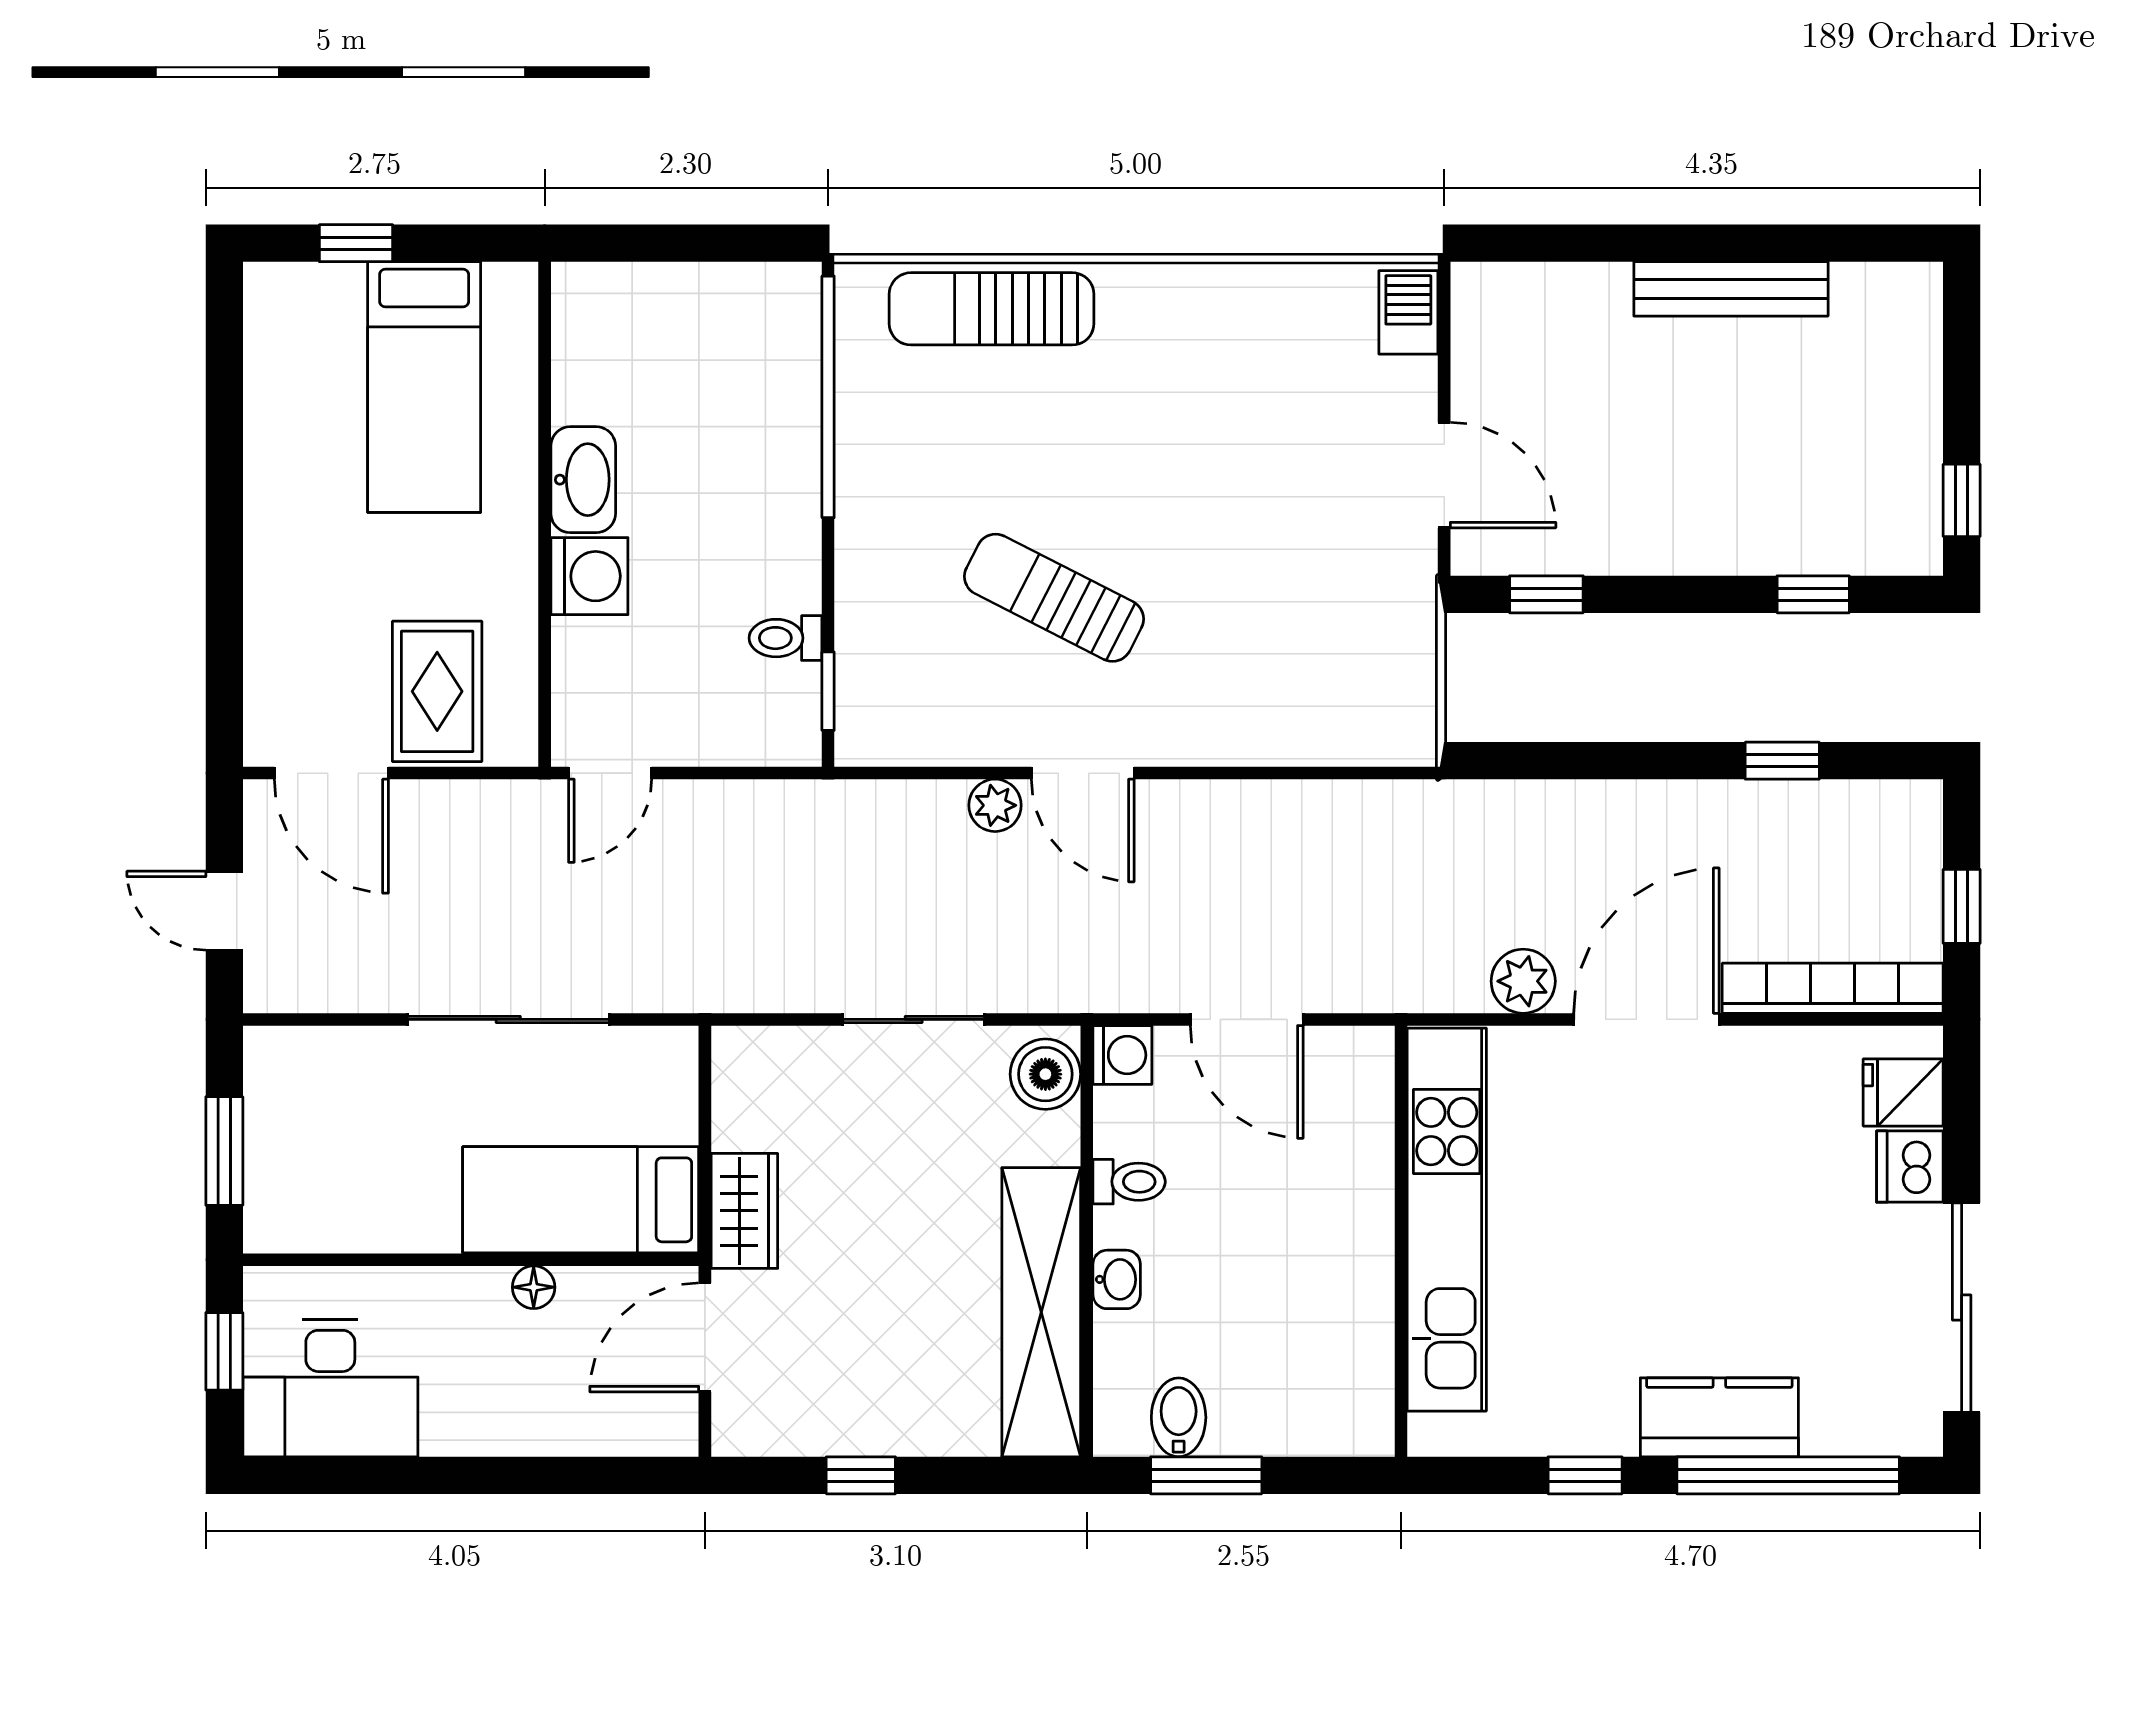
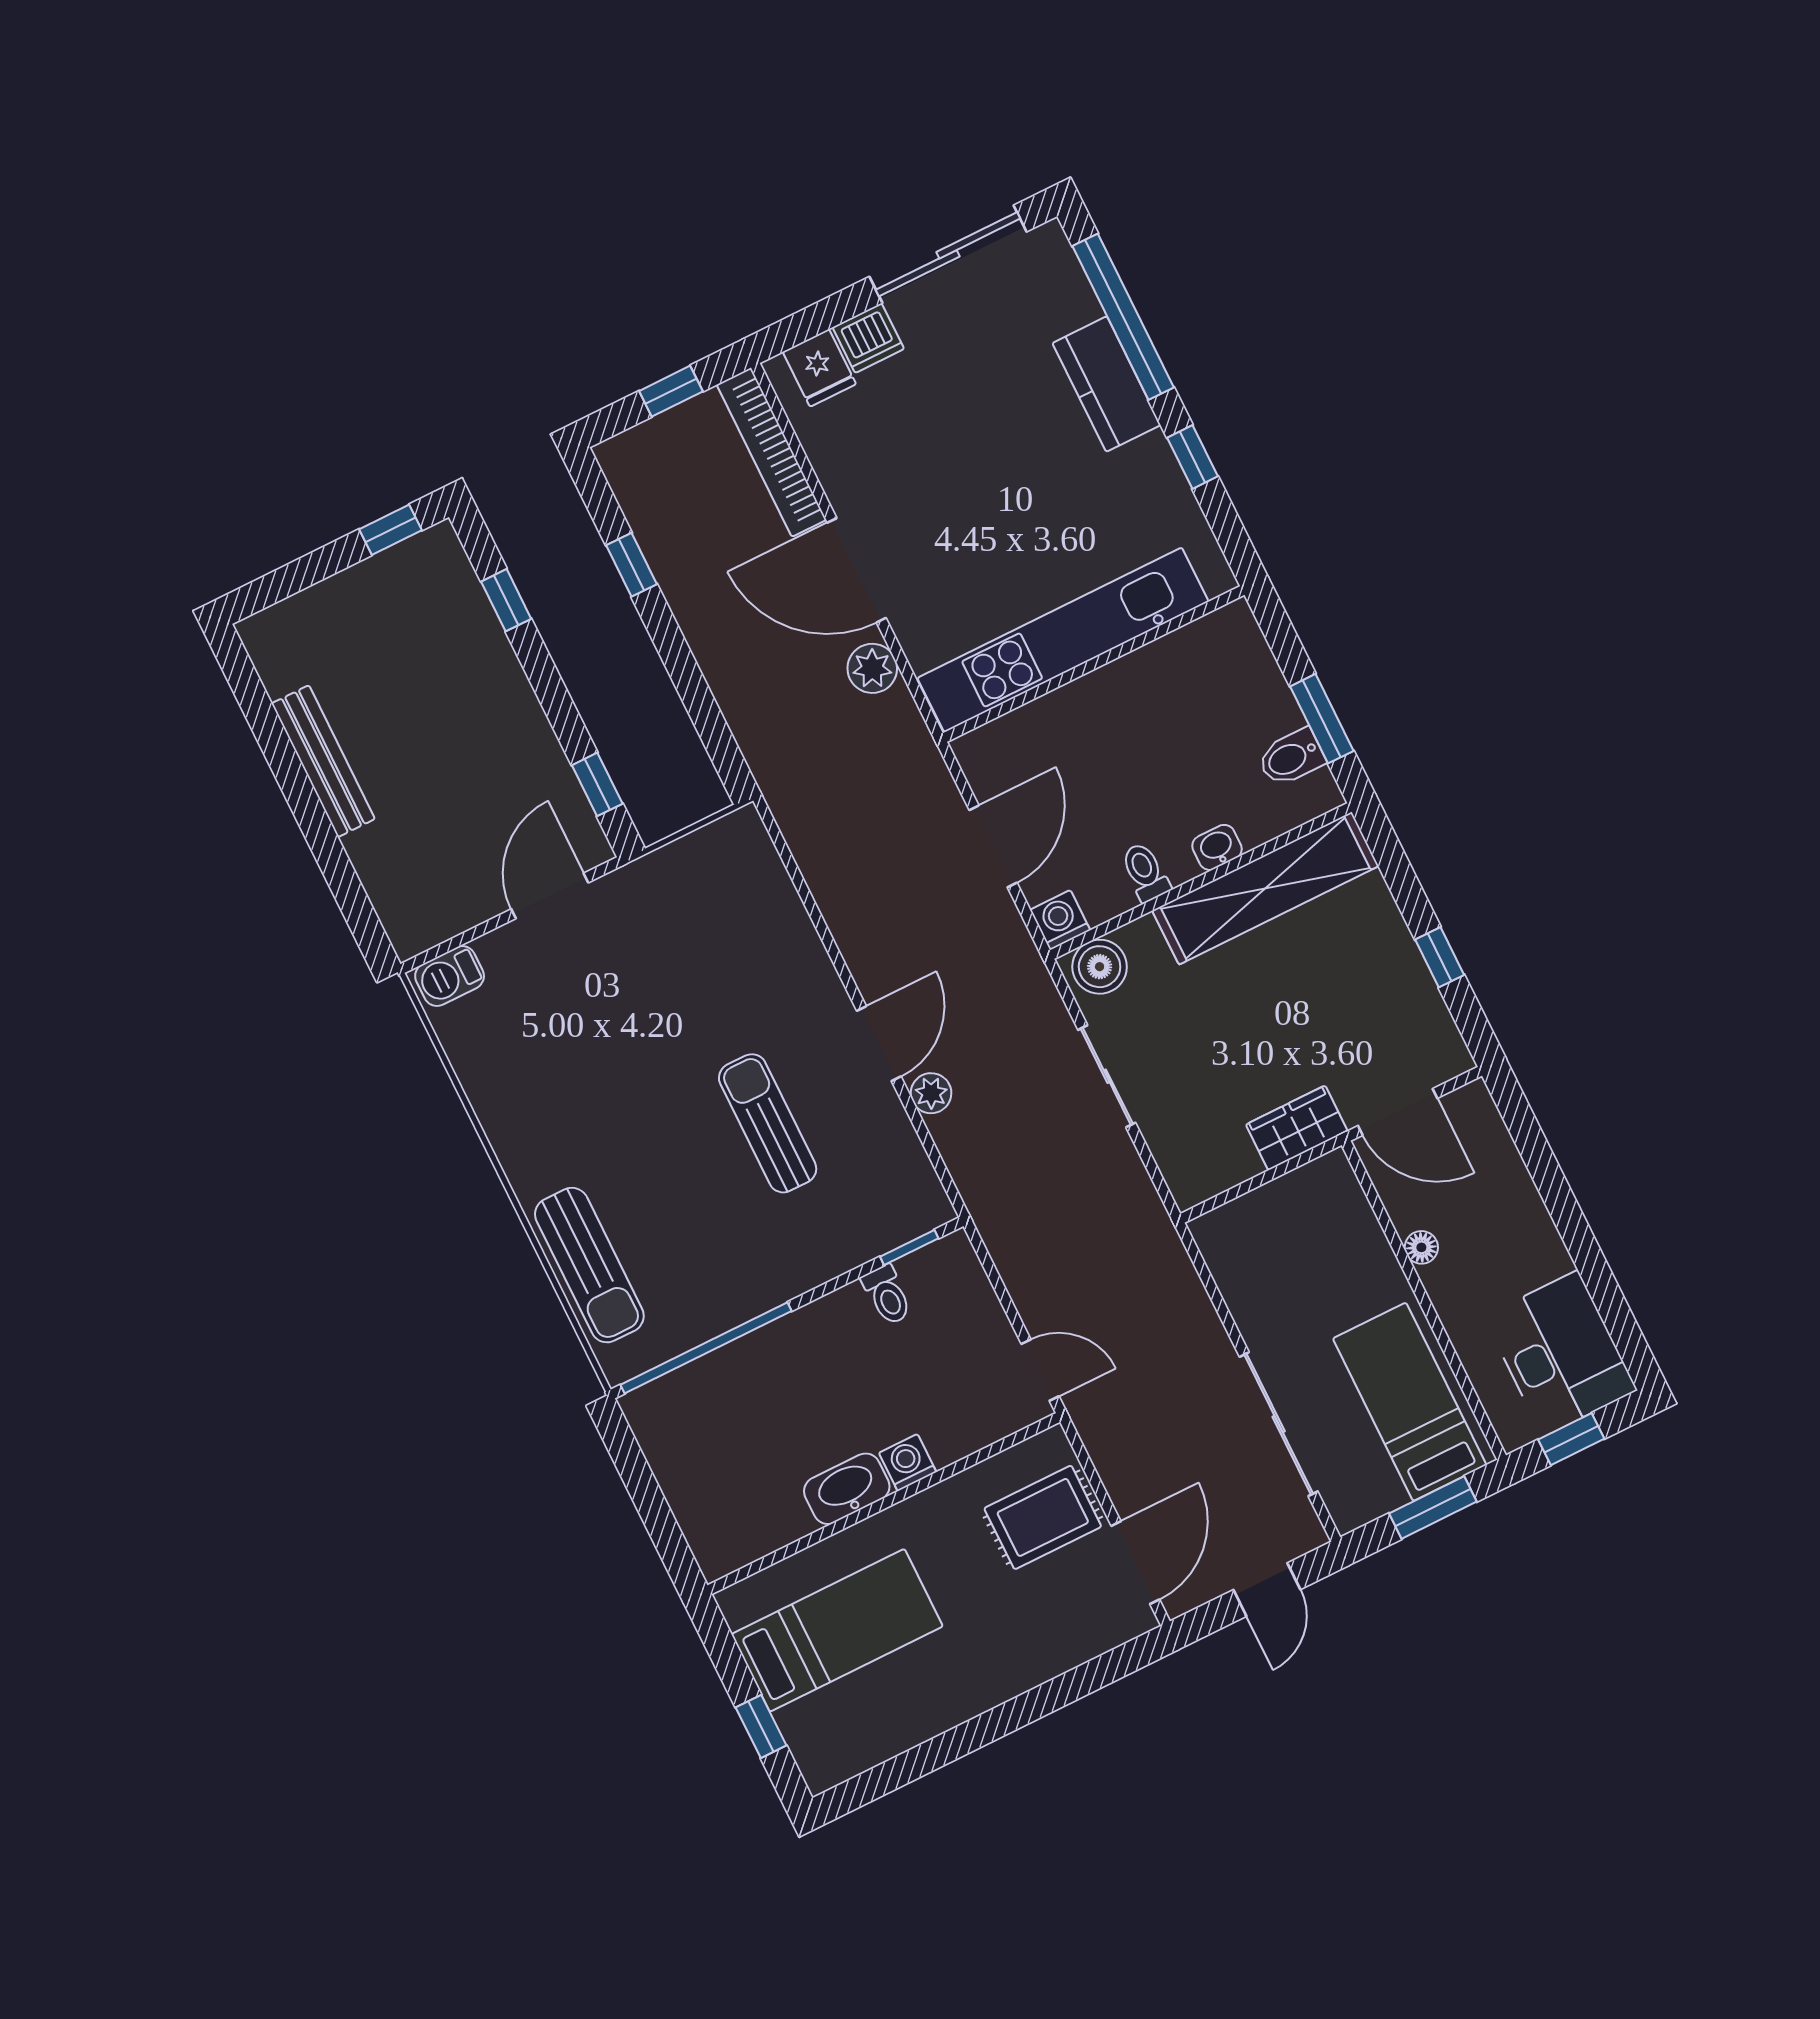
washing machine: (589, 576) -> (908, 1462), width x0.73, depth x0.73
sun lounger: (1054, 598) -> (768, 1123), turned 153
sliding door: (508, 1019) -> (1279, 1424), moved
bed: (581, 1200) -> (1410, 1402), moved, turned 180

